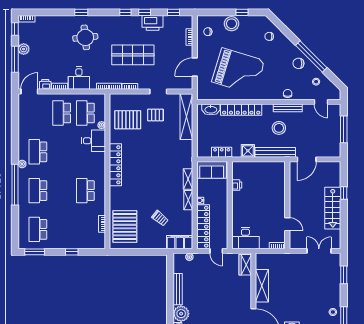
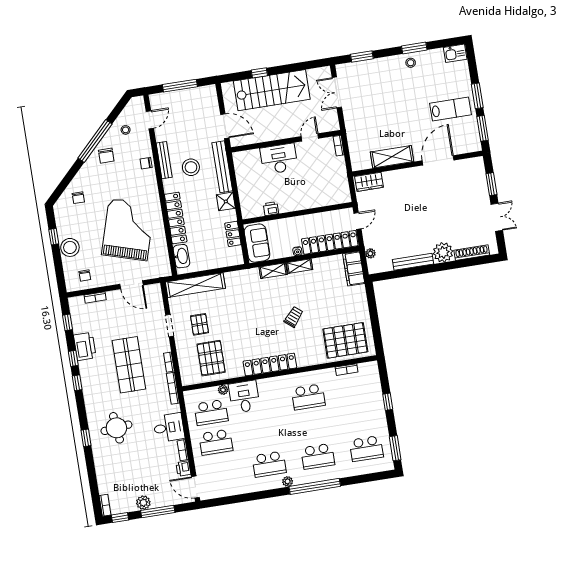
stairs: (333, 208) -> (272, 90), width x1.36, depth x1.51
trolley: (160, 218) -> (294, 317), moved
desk: (245, 238) -> (279, 159), moved, turned -90

